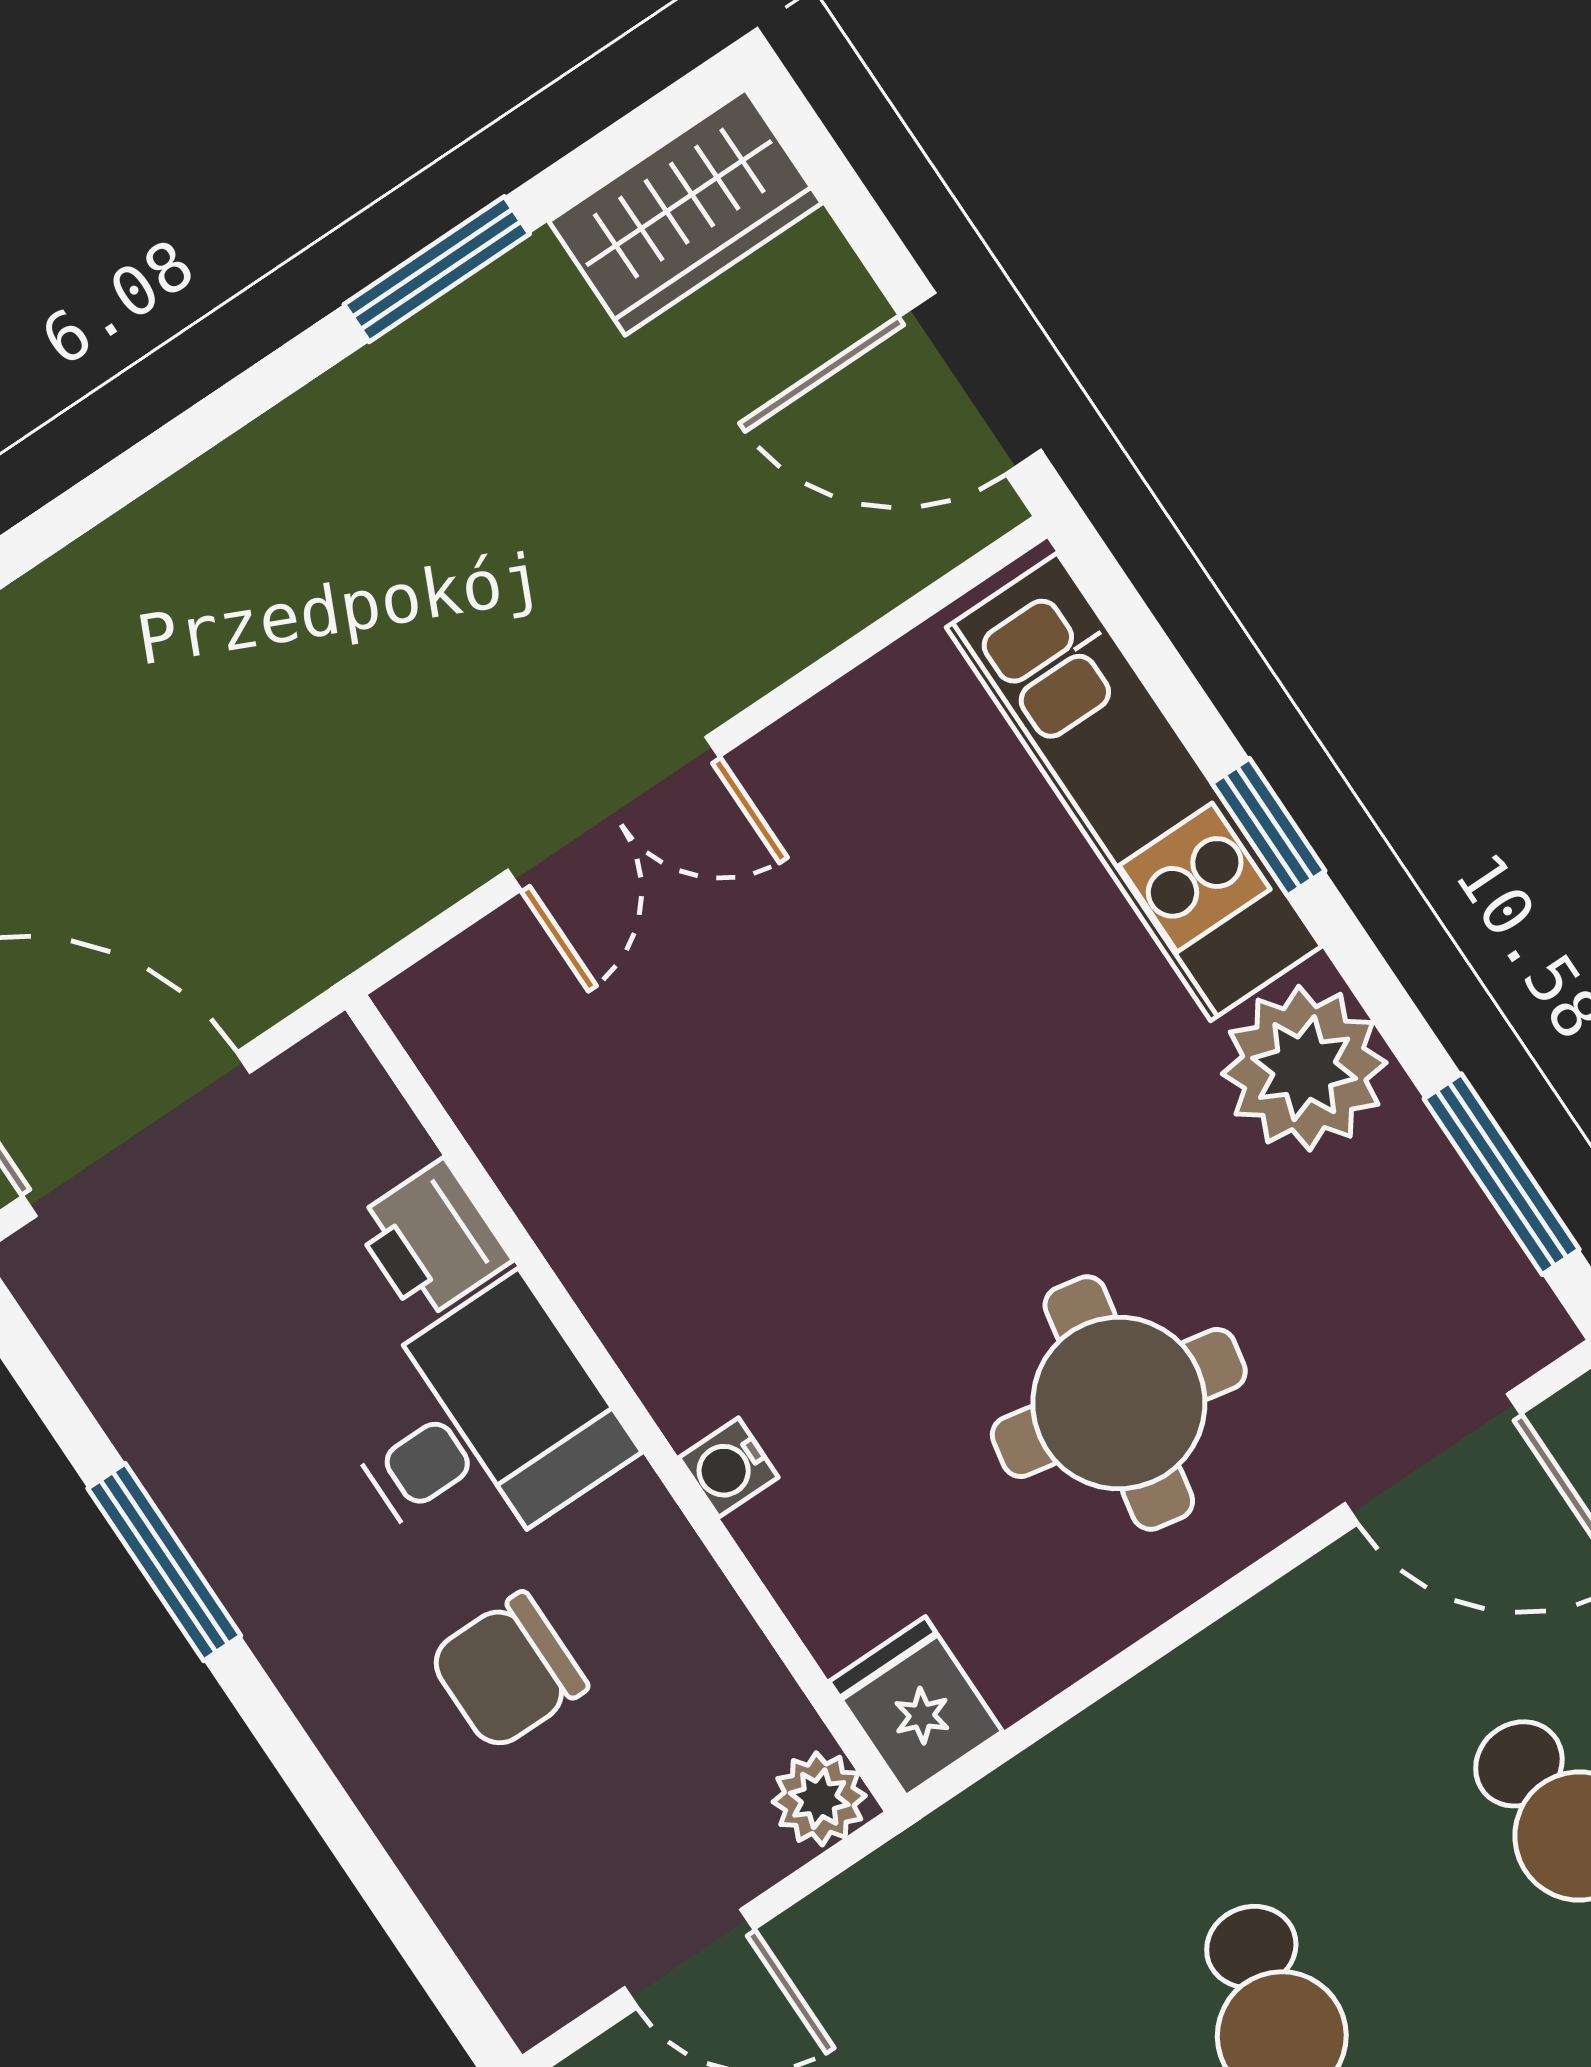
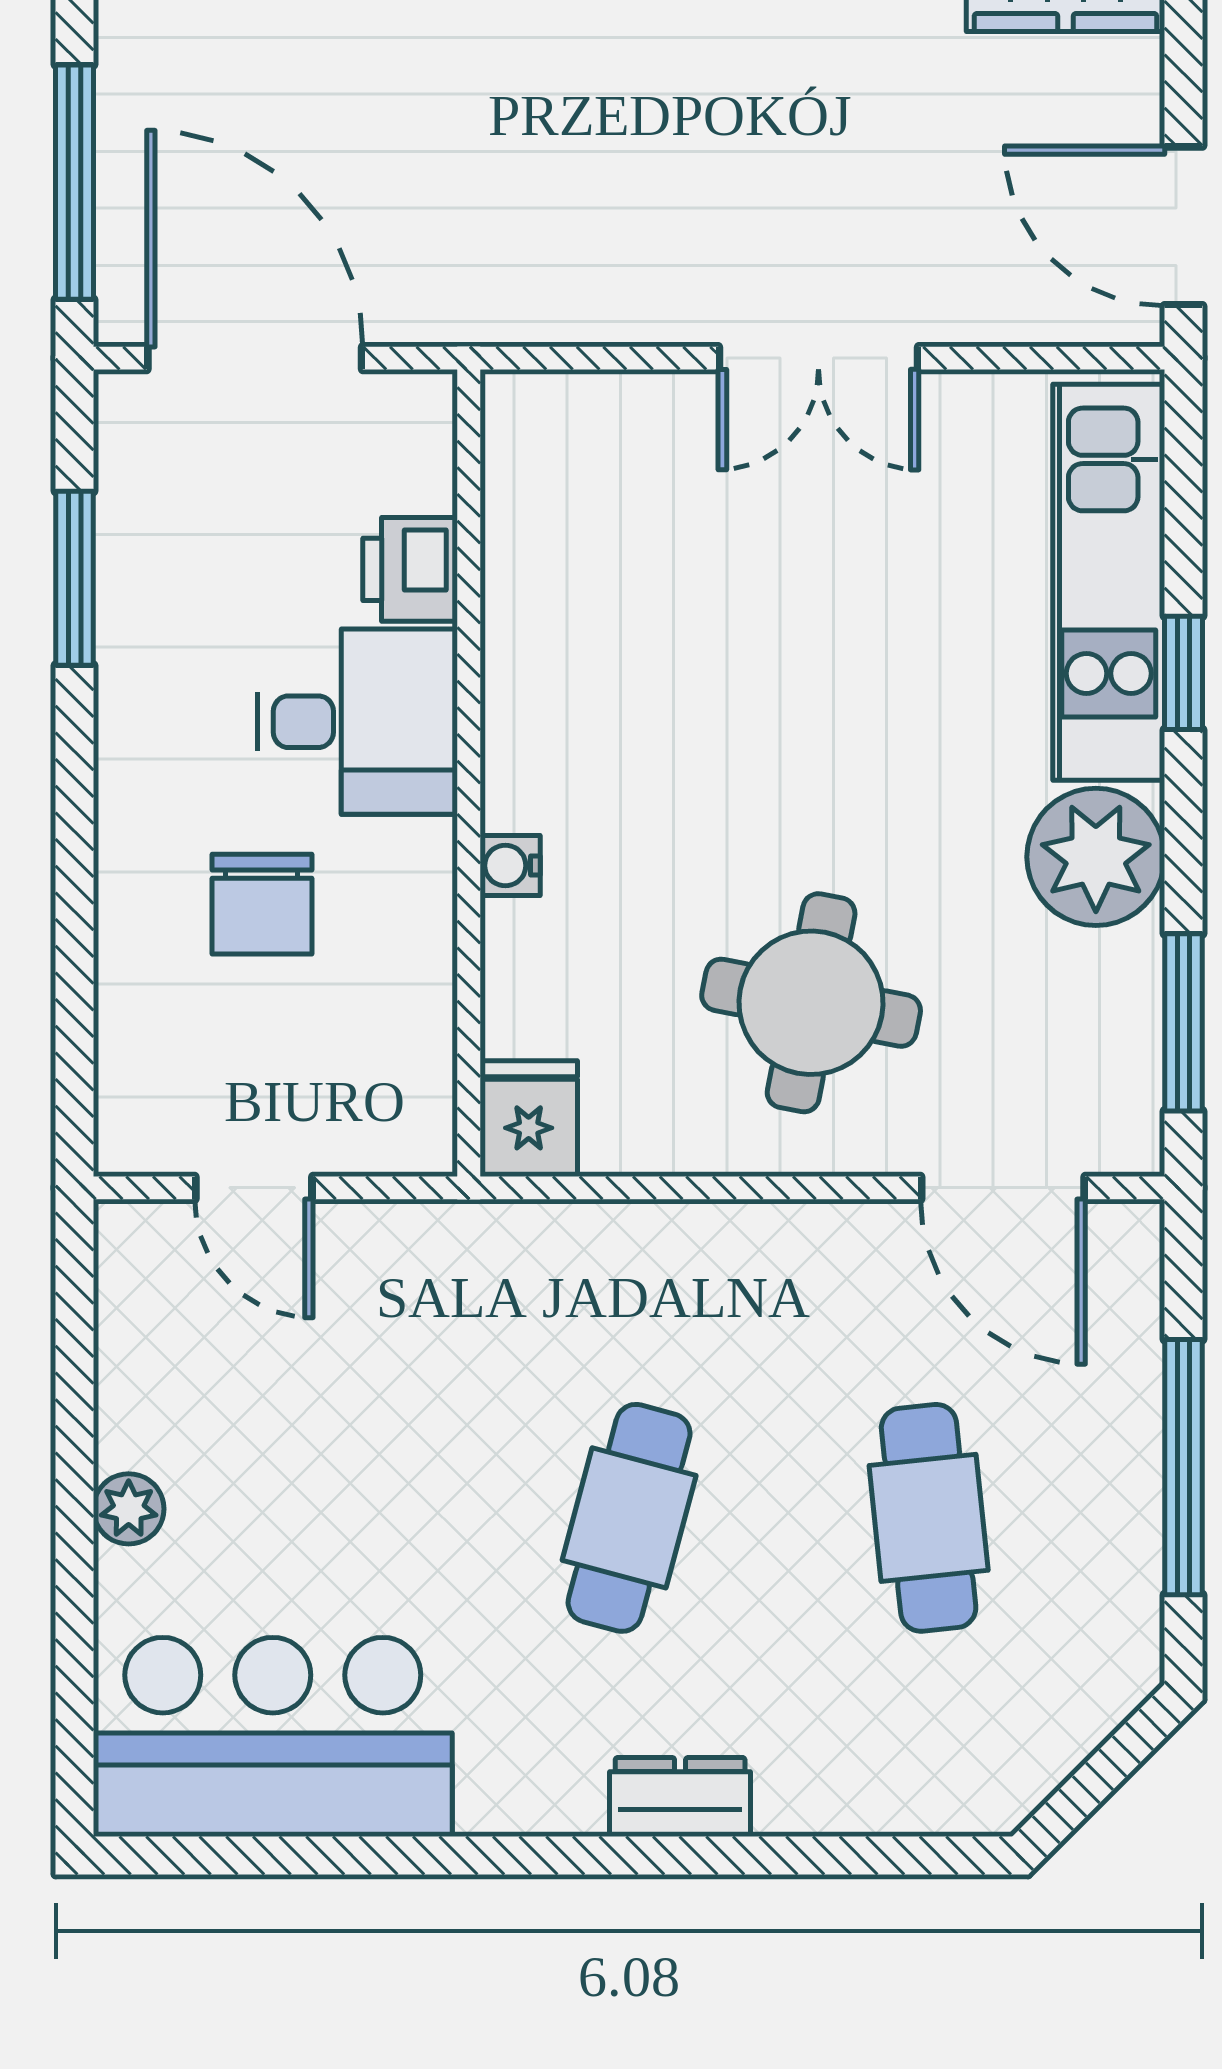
double door: (613, 814) -> (818, 358), moved
window: (164, 1562) -> (75, 578), moved
chair: (508, 1671) -> (262, 904), turned -90
plant: (819, 1799) -> (419, 1138), removed

